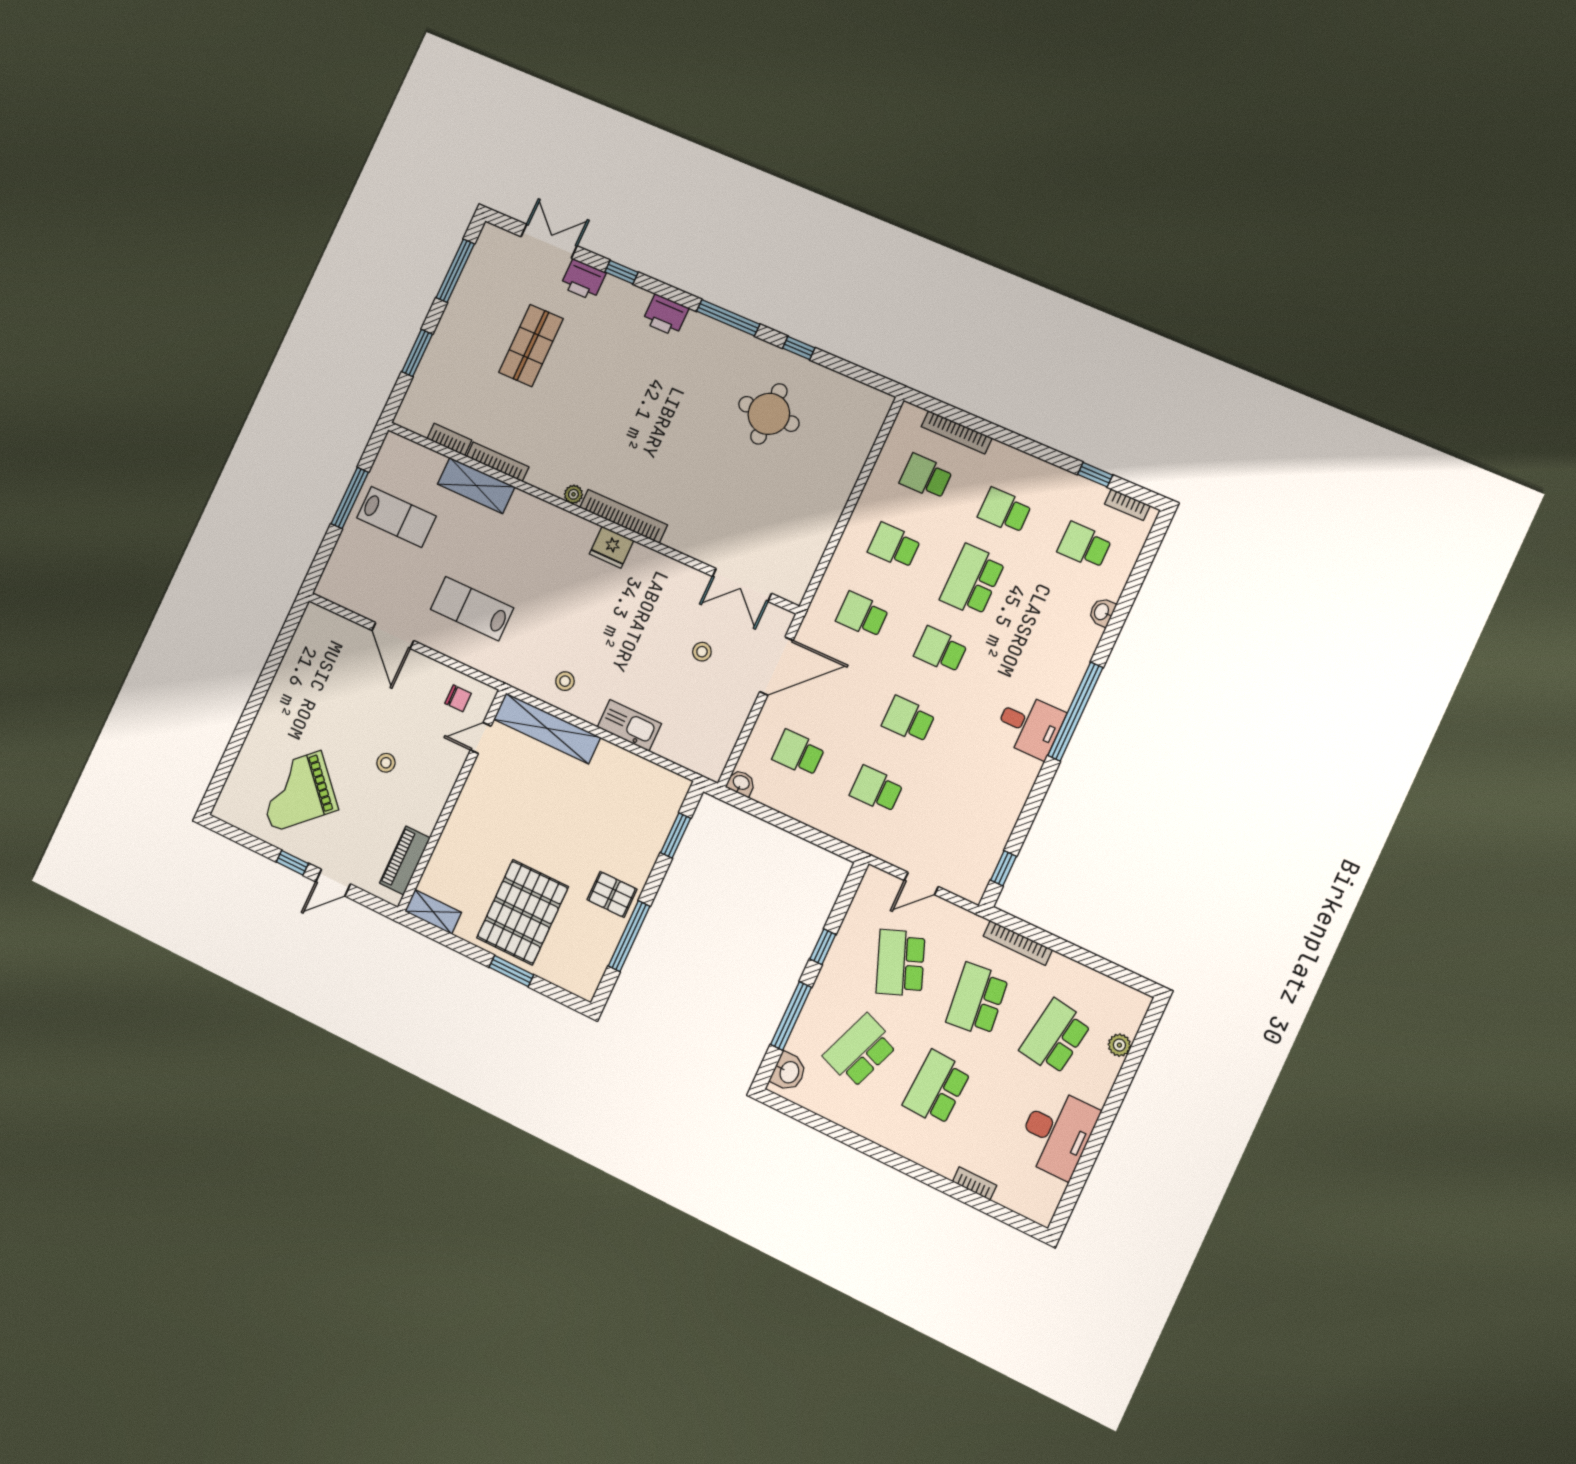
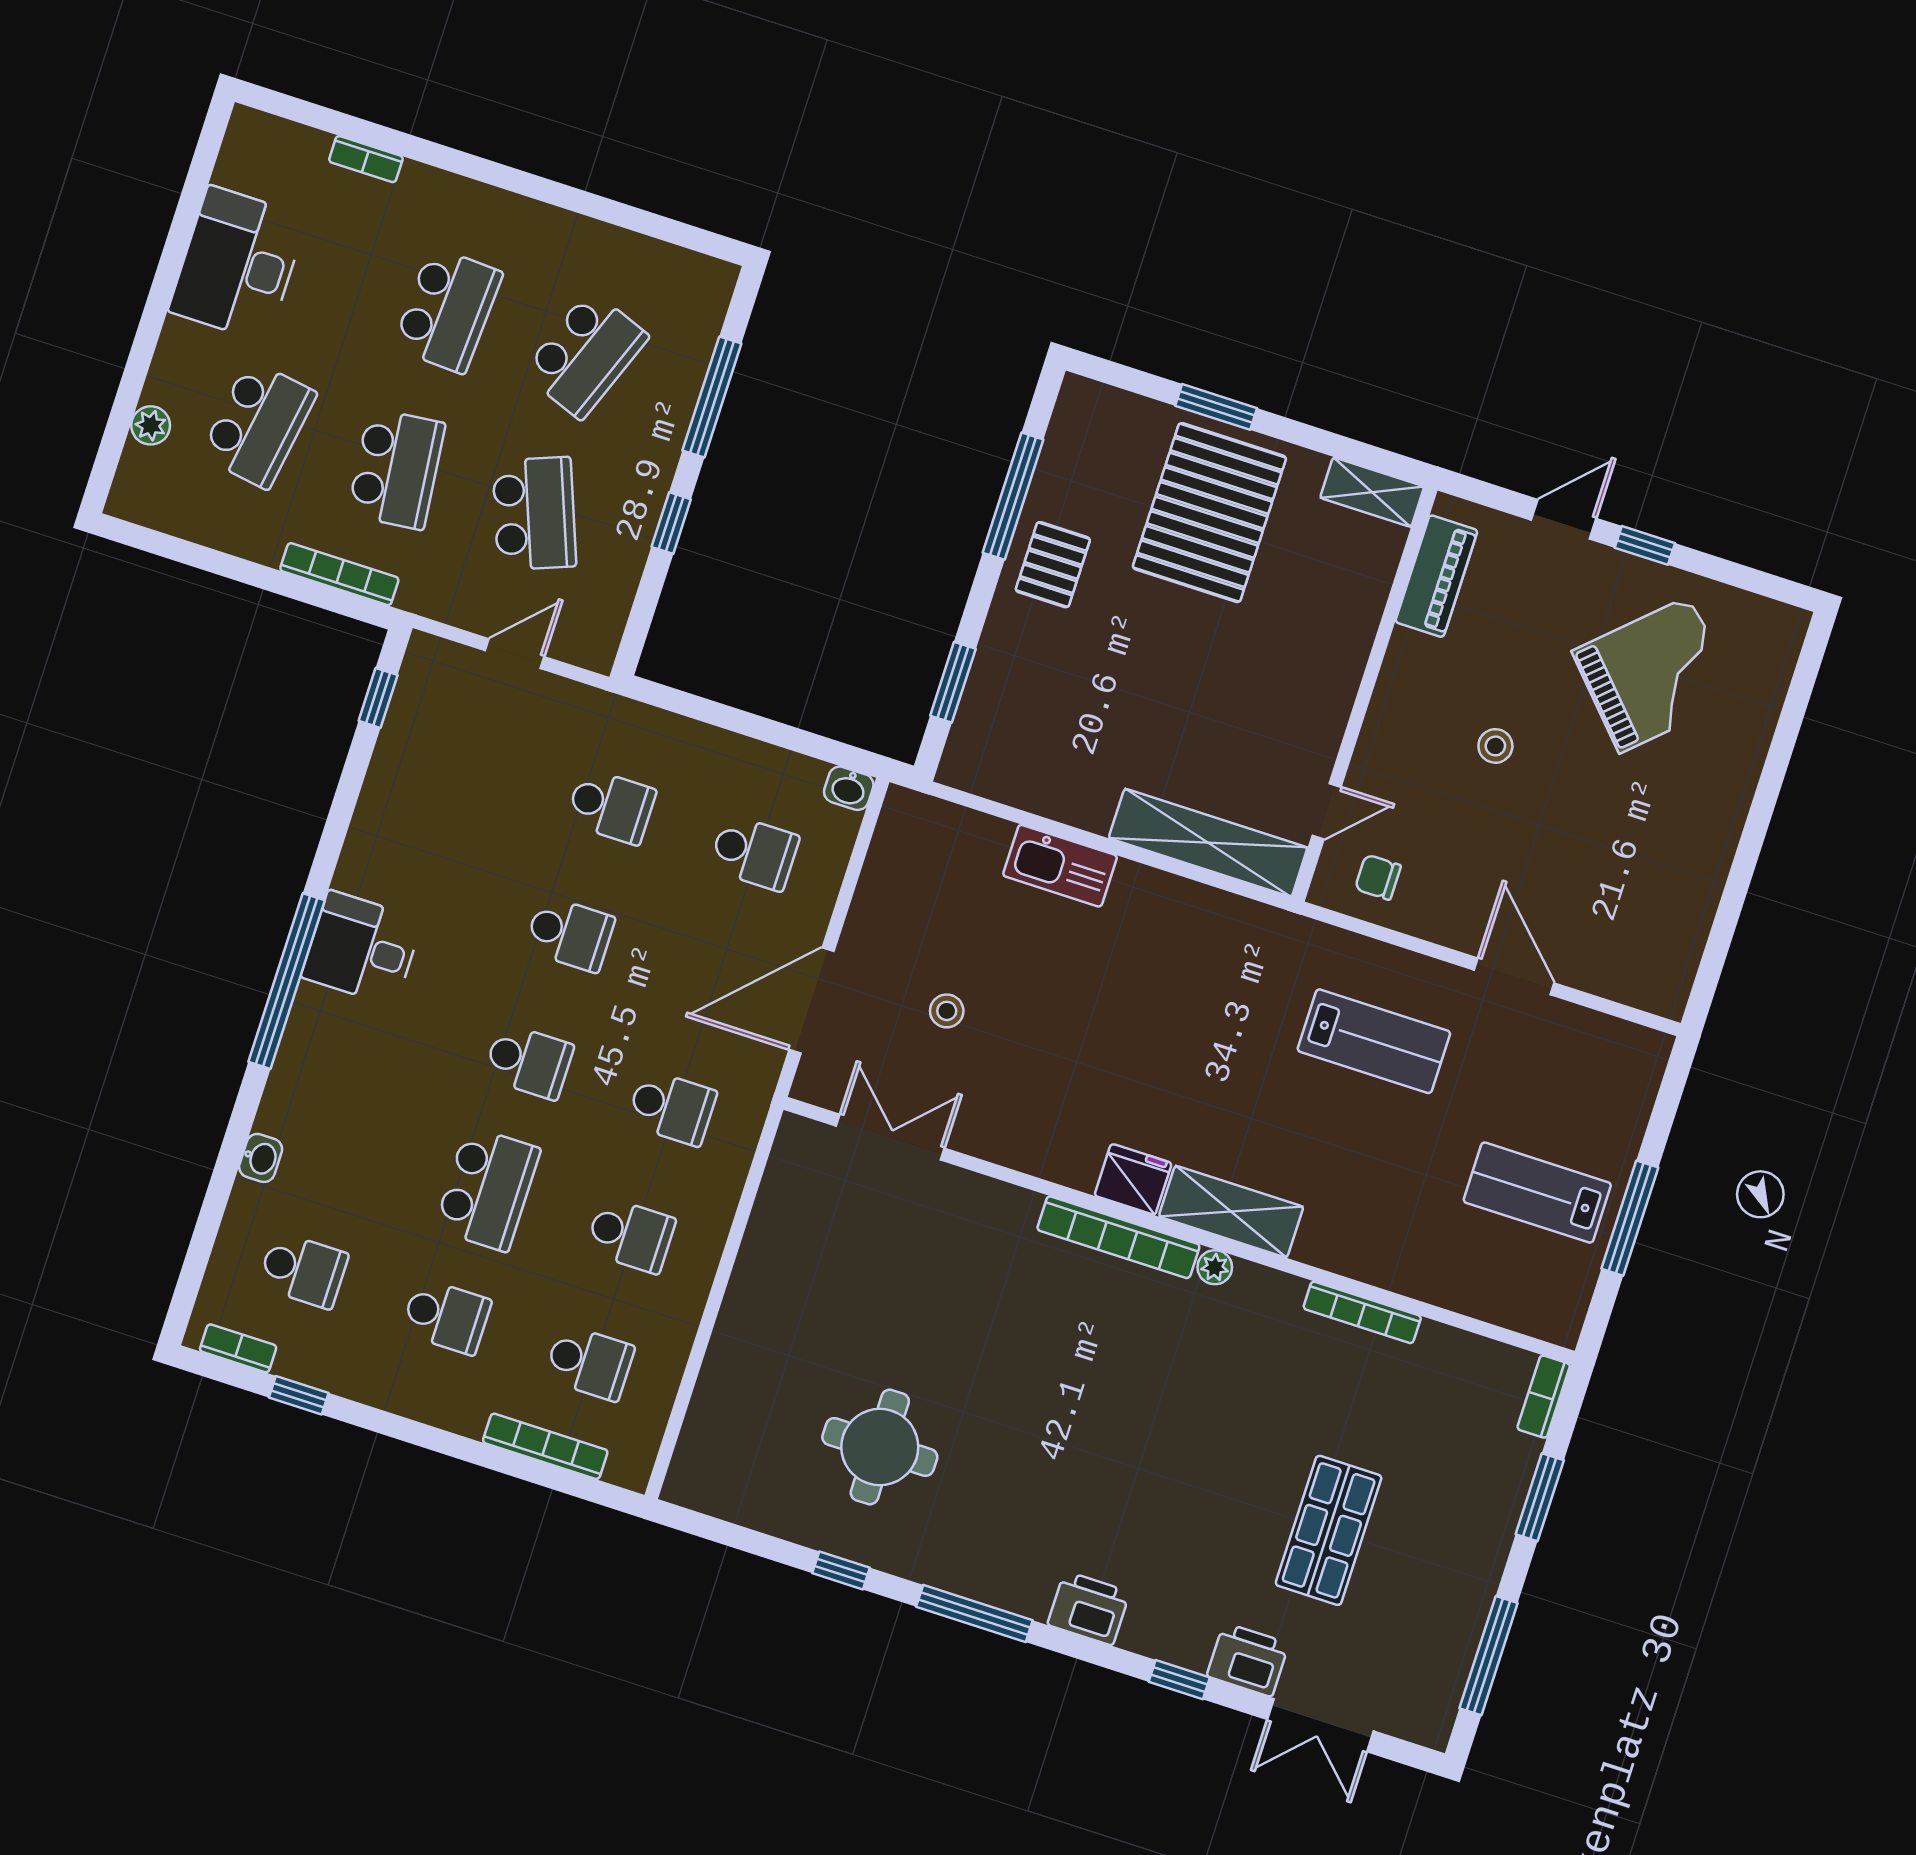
bookcase: (449, 439) -> (1544, 1397), moved, turned 90
shelving: (476, 486) -> (1231, 1212), moved
stool: (565, 681) -> (1186, 931), removed
pallet: (612, 894) -> (1053, 565), turned 90
washbasin: (789, 1072) -> (704, 301), removed

